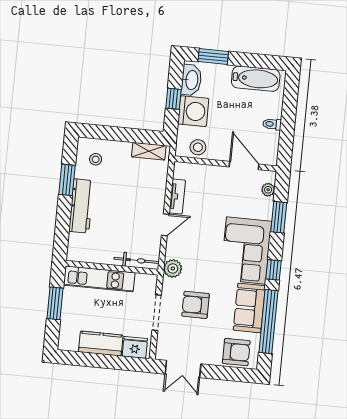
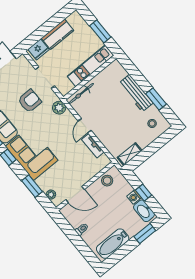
washing machine: (193, 111) -> (134, 197), width x0.53, depth x0.53

